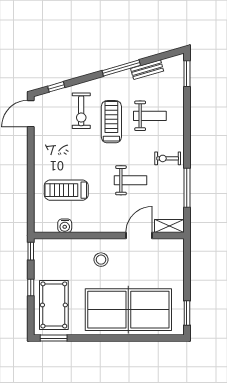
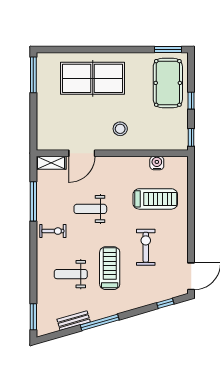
exercise bike: (81, 111) -> (146, 247), moved
treadmill: (111, 122) -> (110, 268), turned 180
table tennis table: (128, 310) -> (93, 78), width x0.73, depth x0.76
window: (187, 313) -> (33, 75), width x1.44

